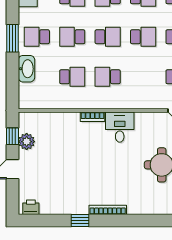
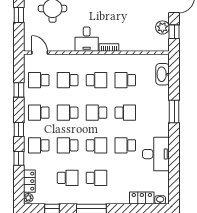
school desk: (37, 37) -> (68, 80), moved, turned 180
washbasin: (26, 69) -> (163, 74), moved

